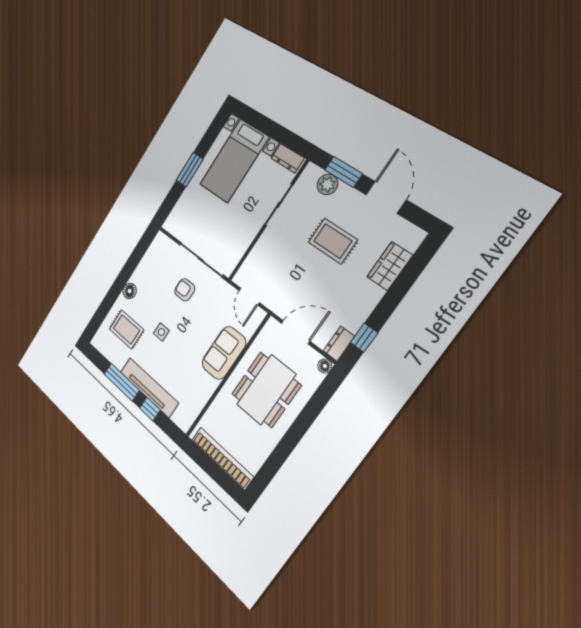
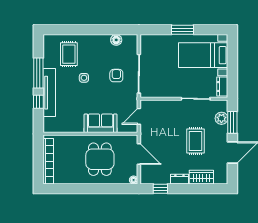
floor lamp: (130, 291) -> (116, 40), moved
dresser: (339, 344) -> (179, 179), moved
dining table: (266, 390) -> (100, 159), width x0.73

